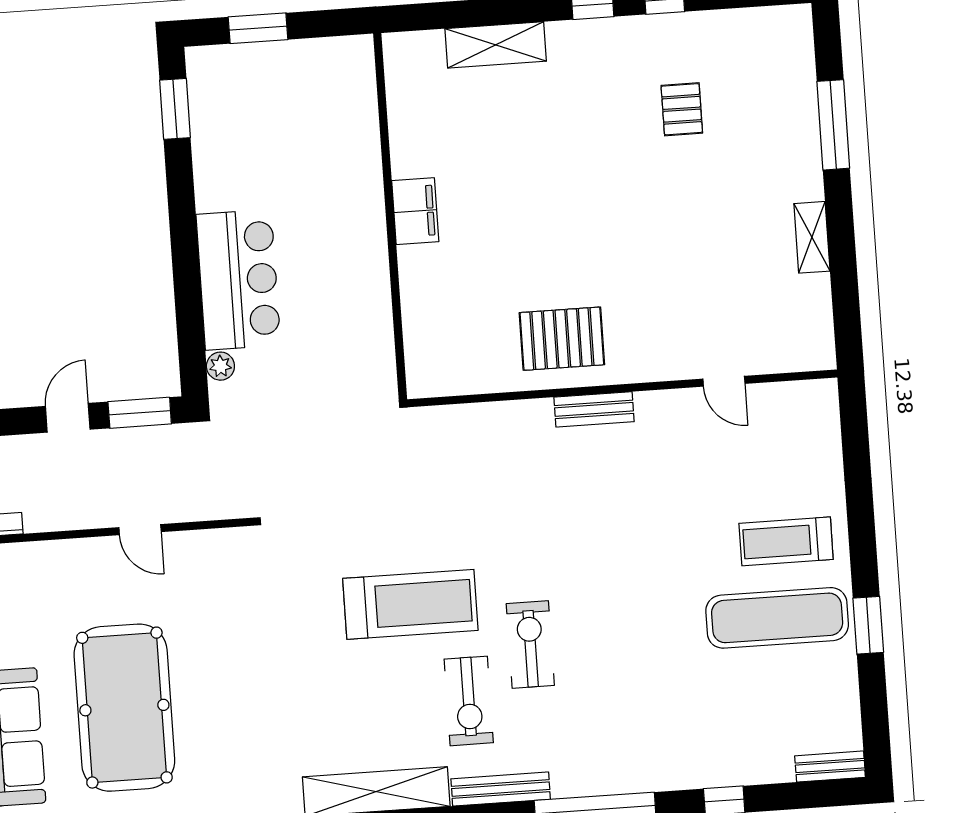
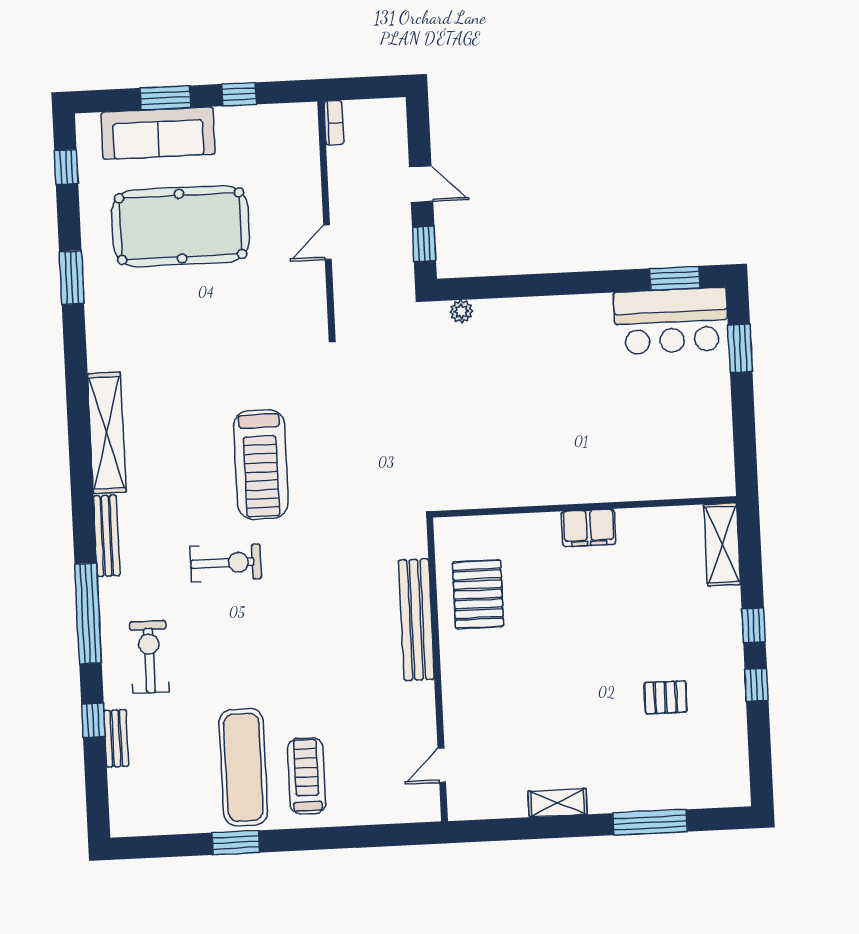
filing cabinet: (415, 211) -> (589, 528), moved
wall: (390, 216) -> (585, 507), moved
bar counter: (238, 280) -> (671, 321), moved
door: (724, 381) -> (442, 765), moved
bench: (594, 409) -> (416, 620), width x1.86, depth x1.21
window: (140, 413) -> (424, 244), width x0.67
exercise bike: (469, 701) -> (149, 657), moved, turned 90
bench: (830, 767) -> (116, 738), moved

